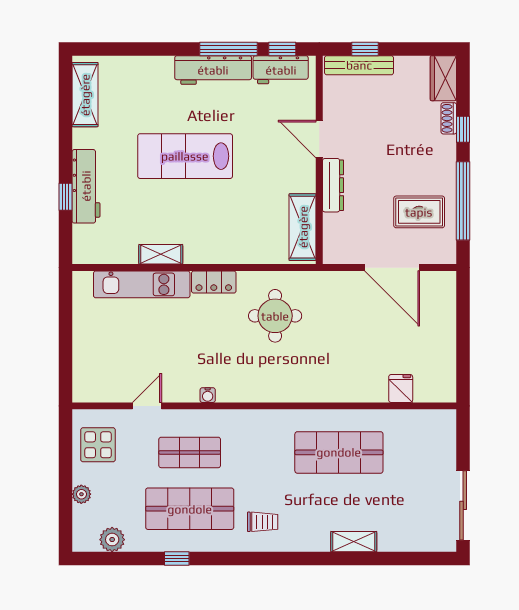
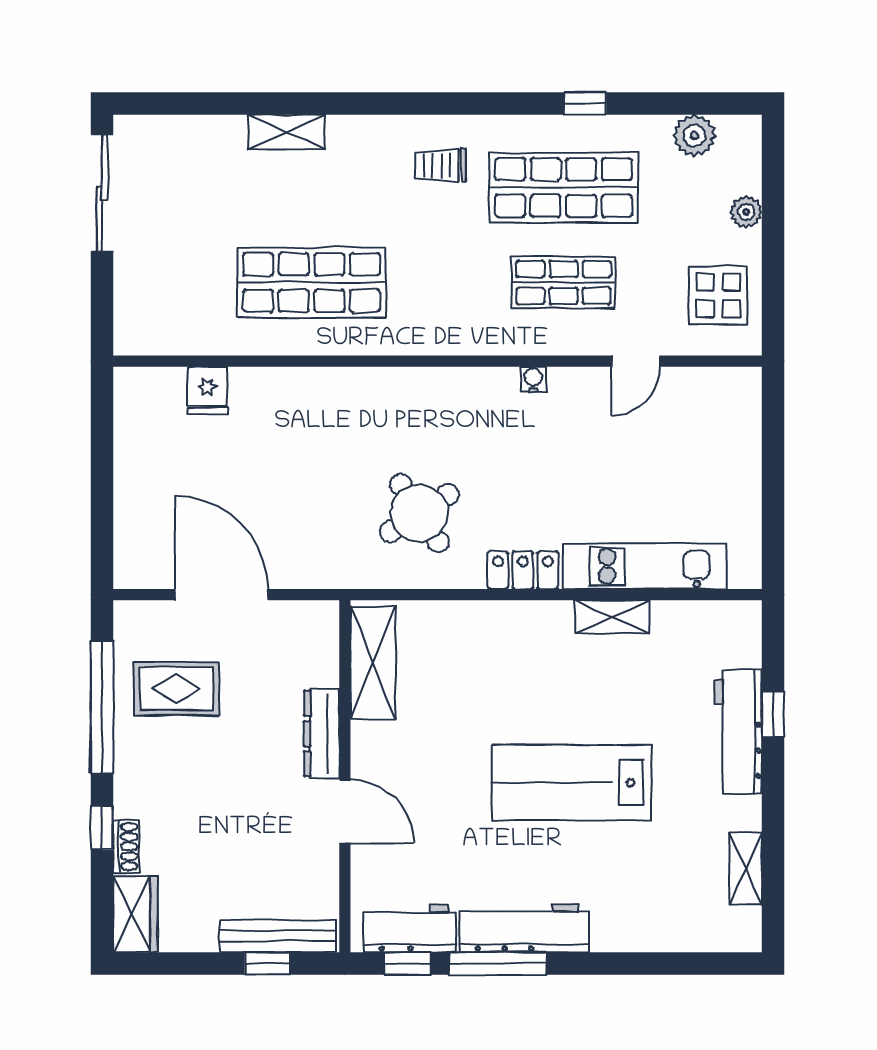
shelving: (85, 95) -> (746, 868), width x0.67, depth x0.75
lab bench: (185, 156) -> (571, 783), turned 180
round table: (275, 316) -> (419, 513), turned -33

